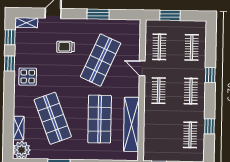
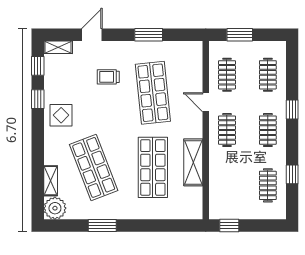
shop shelf: (101, 60) -> (153, 93), turned -30
shelving: (131, 124) -> (193, 162), width x0.68

